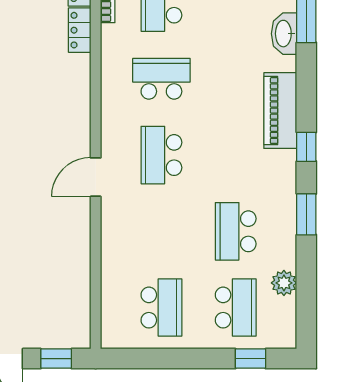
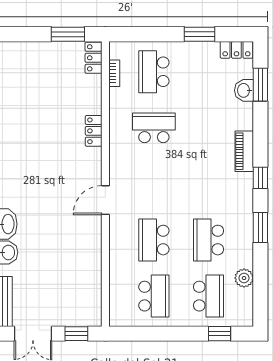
locker: (80, 30) -> (94, 131), moved
washbasin: (284, 34) -> (244, 90), width x0.72
piano: (280, 111) -> (244, 151), width x0.73, depth x0.75
school desk: (161, 155) -> (154, 240), moved

